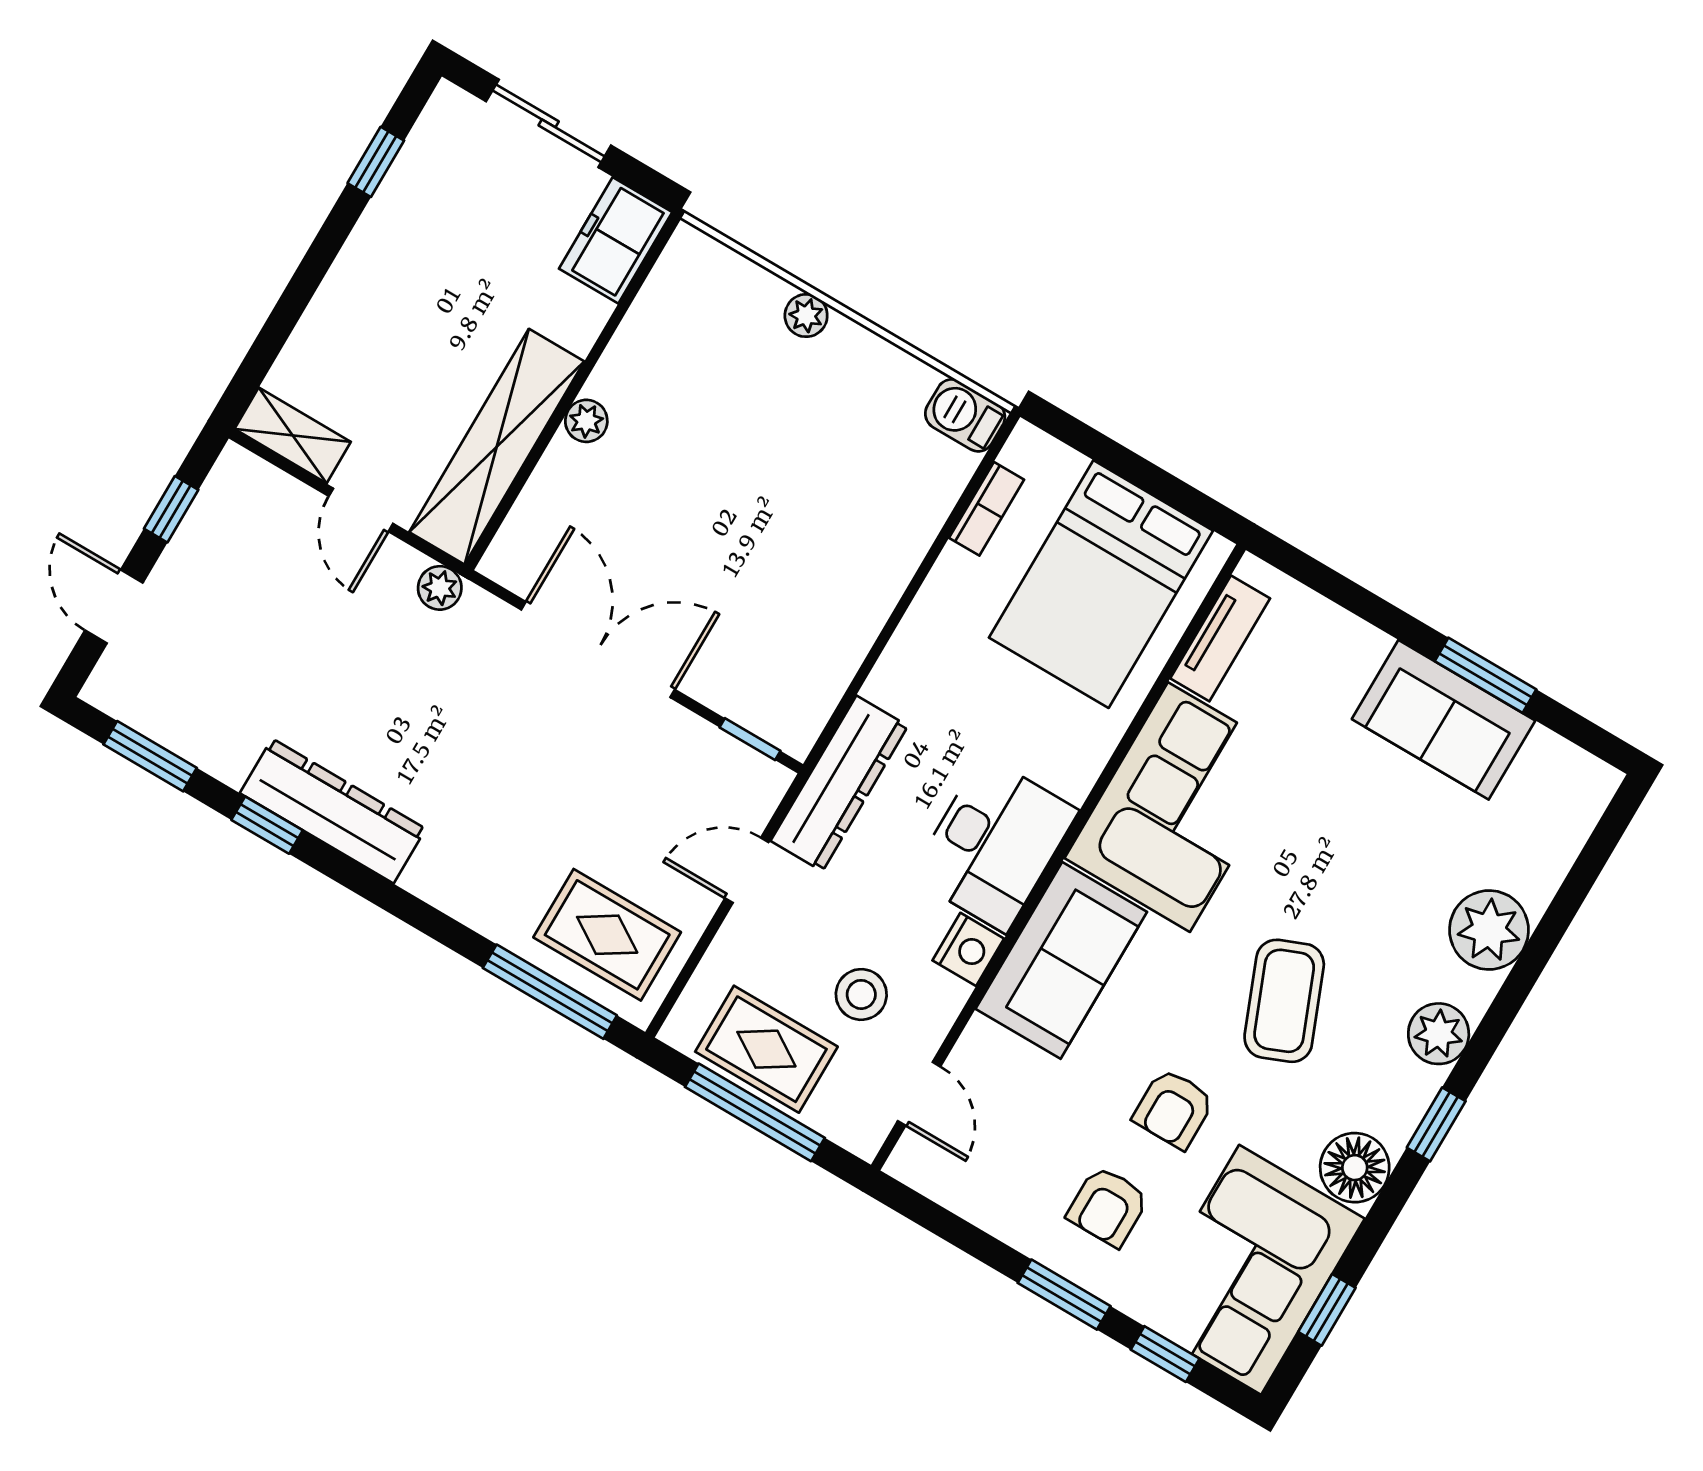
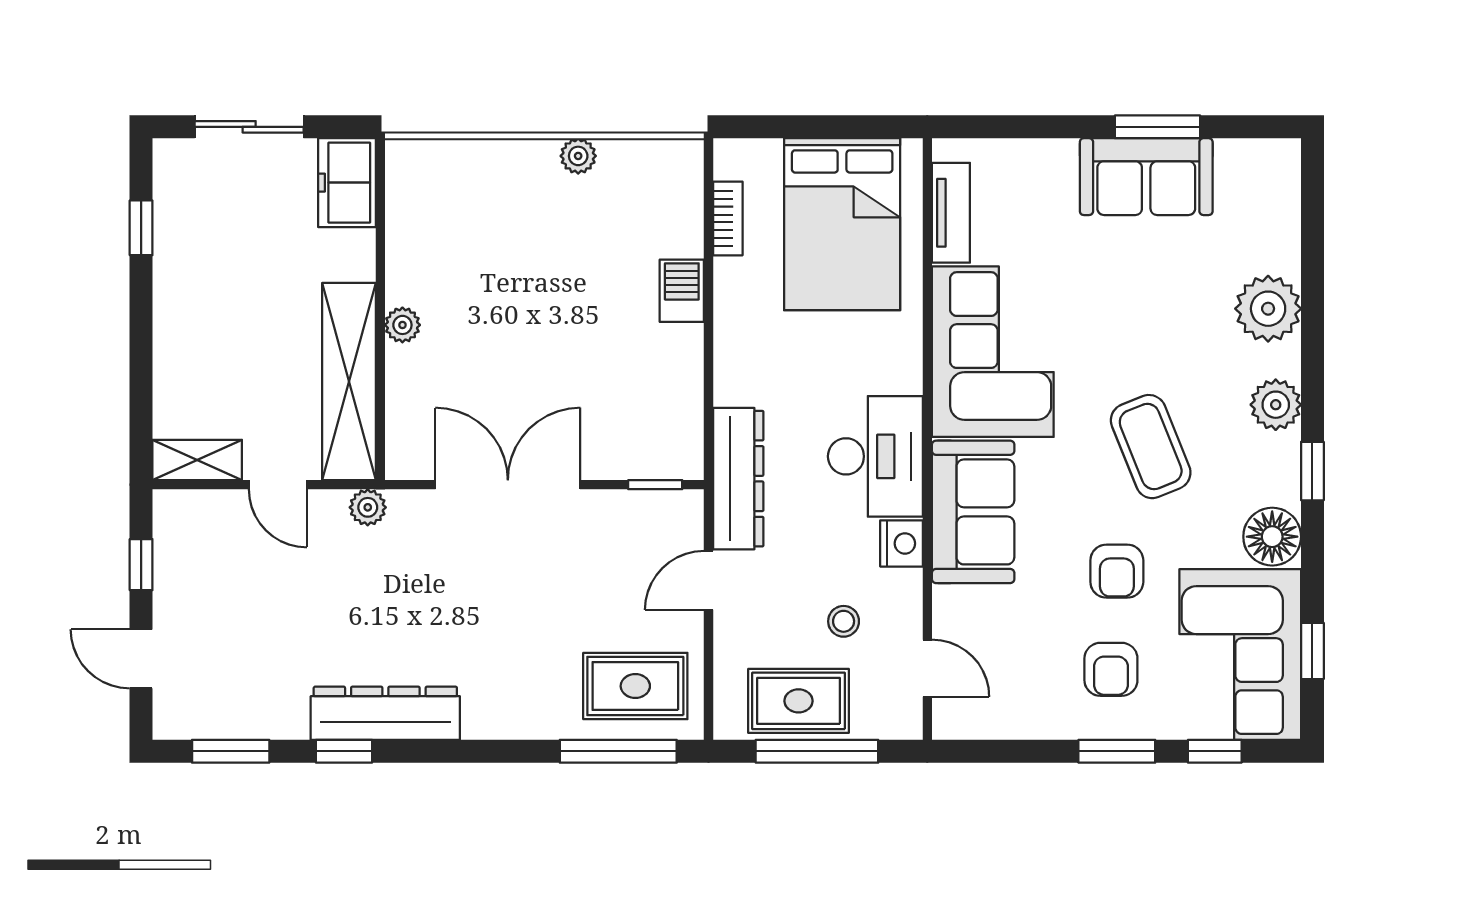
plant: (806, 316) -> (578, 156), moved
barbecue: (965, 415) -> (682, 291), moved, turned 90
stool: (861, 994) -> (844, 621), width x0.73, depth x0.73

